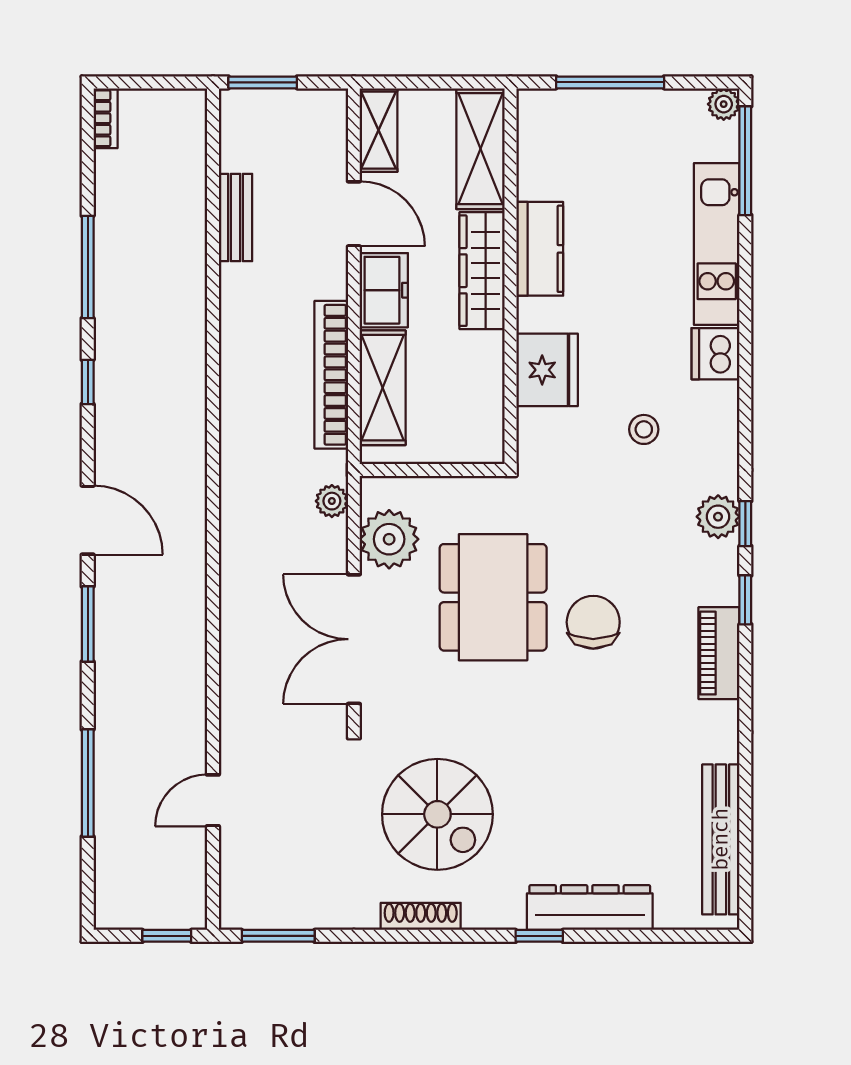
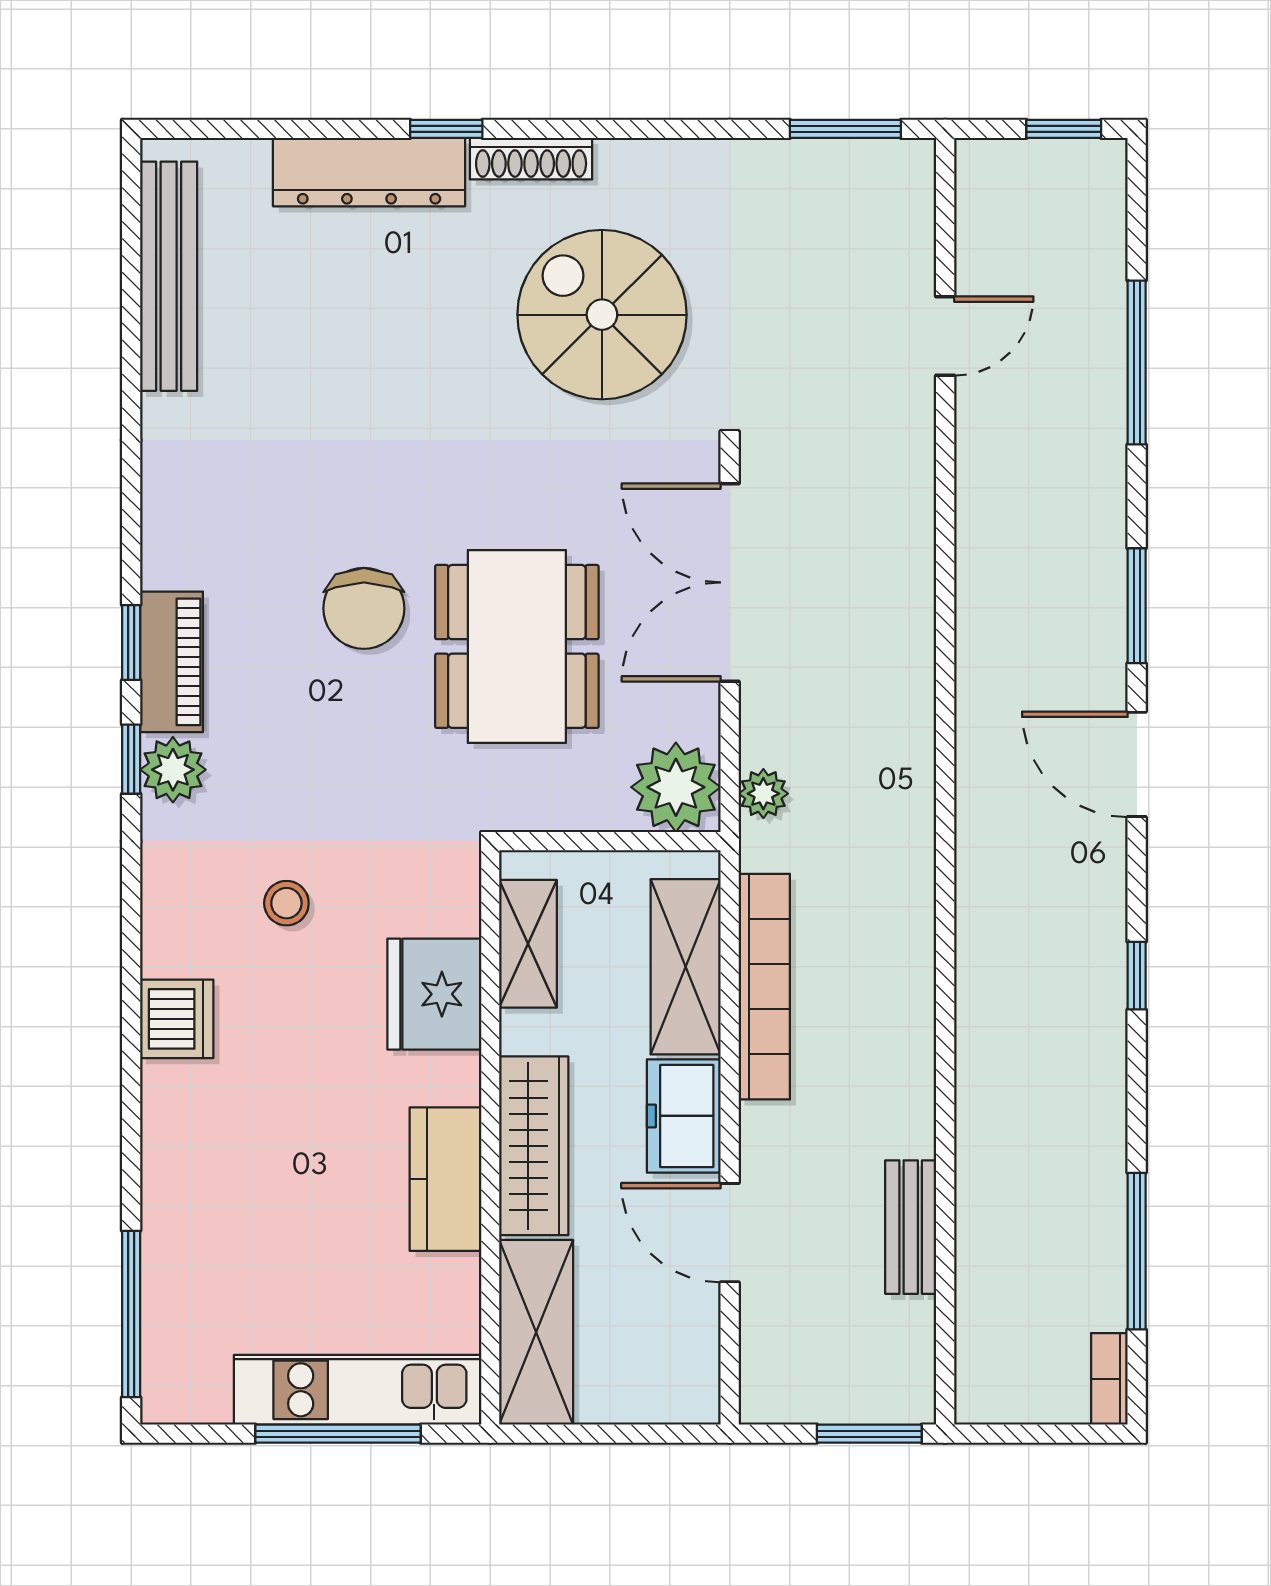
plant: (724, 104) -> (164, 1400), removed
shelving: (379, 130) -> (528, 944), moved
kitchen unit: (717, 244) -> (358, 1390), moved, turned -90
window: (88, 267) -> (1137, 1251), moved
plant: (389, 539) -> (676, 787), moved
double door: (354, 639) -> (730, 582), swing flipped
piano: (719, 653) -> (172, 662), moved
shoe rack: (421, 916) -> (531, 159), moved
window: (167, 936) -> (1064, 129), moved

